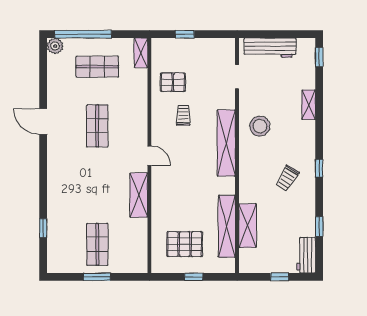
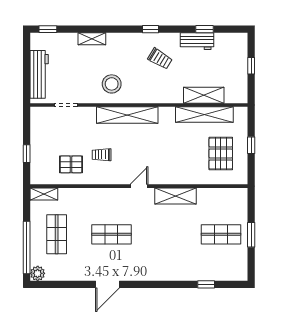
pallet: (173, 82) -> (71, 164), turned 90
workbench: (306, 255) -> (197, 41), moved

